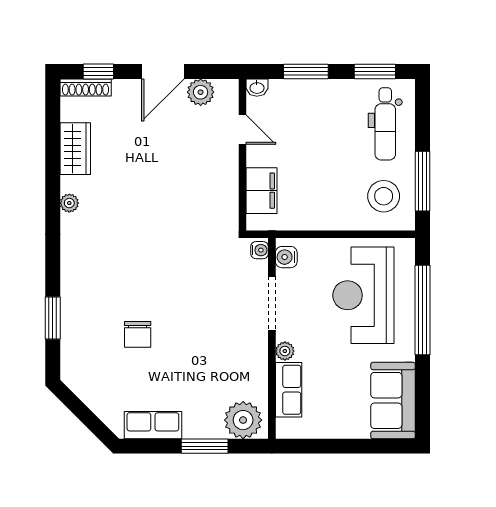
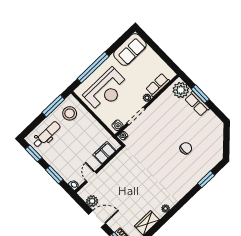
row of seats: (153, 425) -> (197, 104), moved

